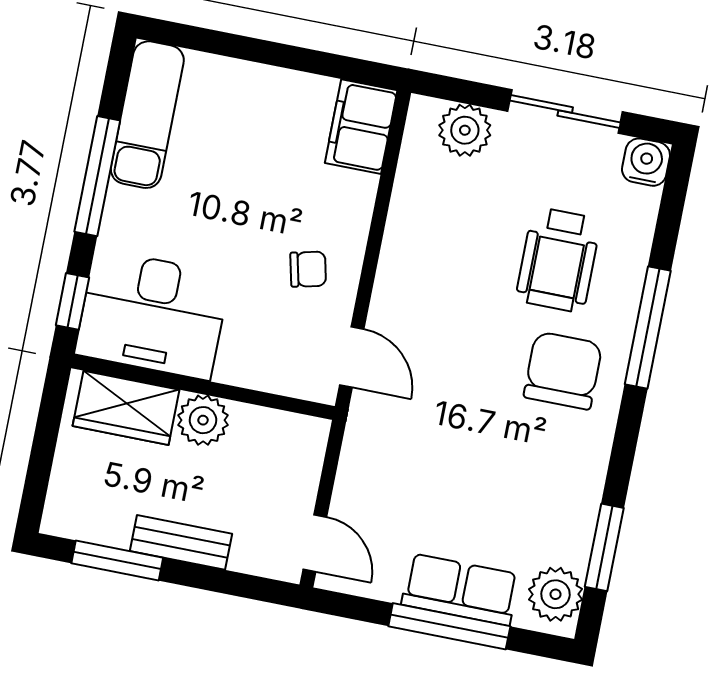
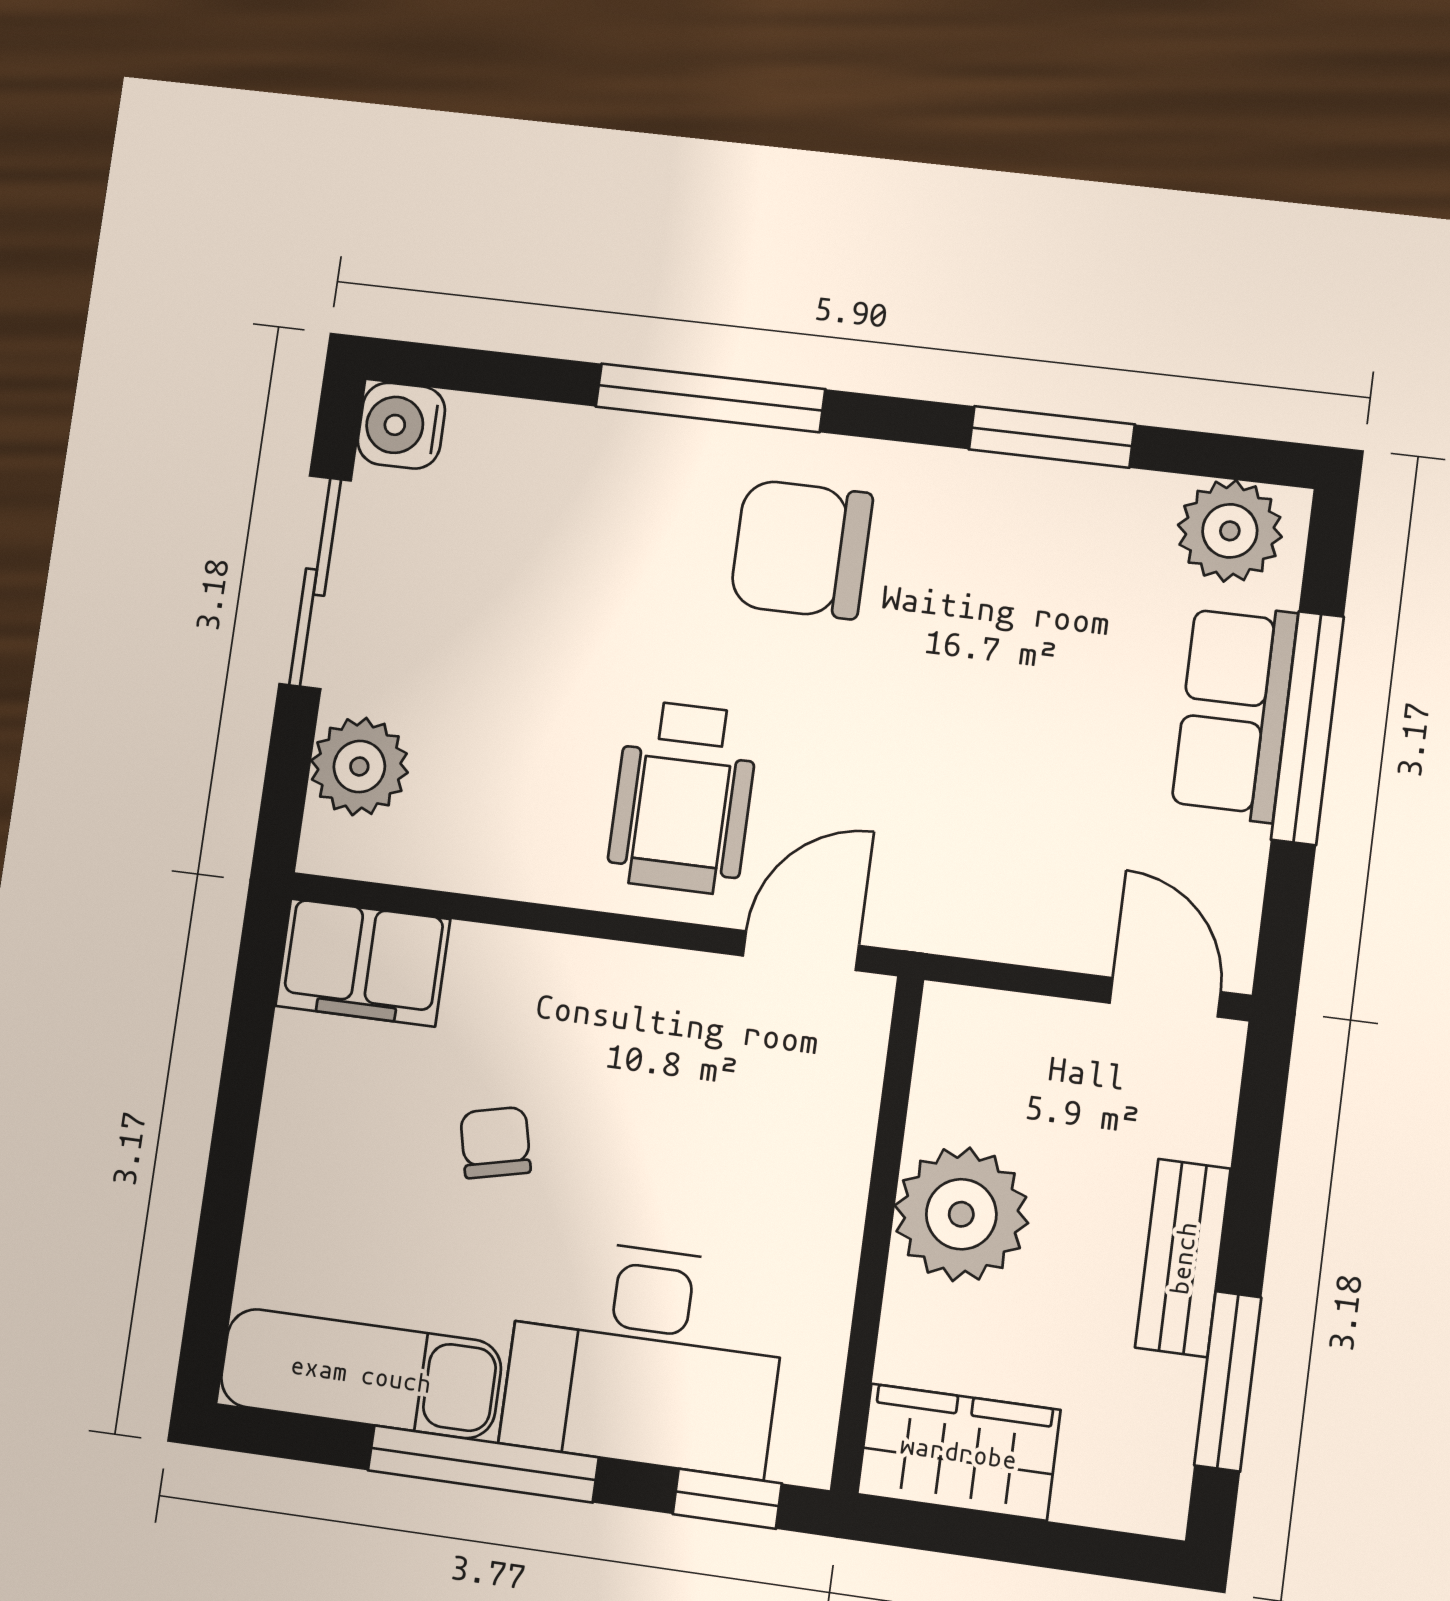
wheelchair: (558, 260) -> (683, 797), moved, turned 90
chair: (308, 269) -> (495, 1142), moved
desk: (153, 314) -> (645, 1356), moved, turned 90
wardrobe: (126, 408) -> (959, 1452), moved, turned -90
plant: (203, 420) -> (961, 1214), width x1.36, depth x1.36
door: (315, 543) -> (1165, 997), hinge flipped
window: (604, 547) -> (1052, 437), moved

